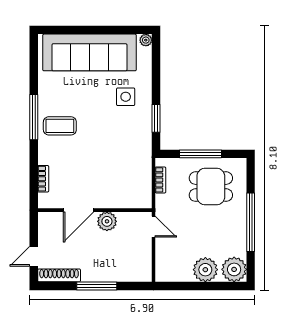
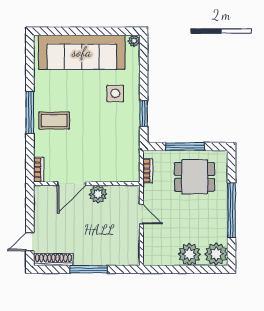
door: (78, 210) -> (72, 184), moved
wall: (95, 210) -> (87, 184), moved
plant: (107, 221) -> (98, 194), moved

